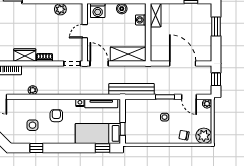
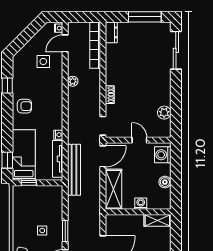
washing machine: (141, 20) -> (141, 204), moved
wardrobe: (25, 55) -> (113, 72), removed
bench: (132, 89) -> (74, 170), moved
armchair: (56, 116) -> (24, 106), moved
side table: (33, 125) -> (43, 61), moved

